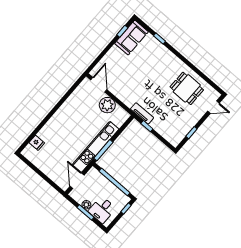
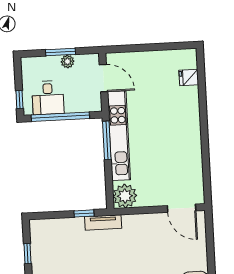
plant: (107, 105) -> (125, 196), moved
desk: (102, 210) -> (48, 98), moved, turned 180

